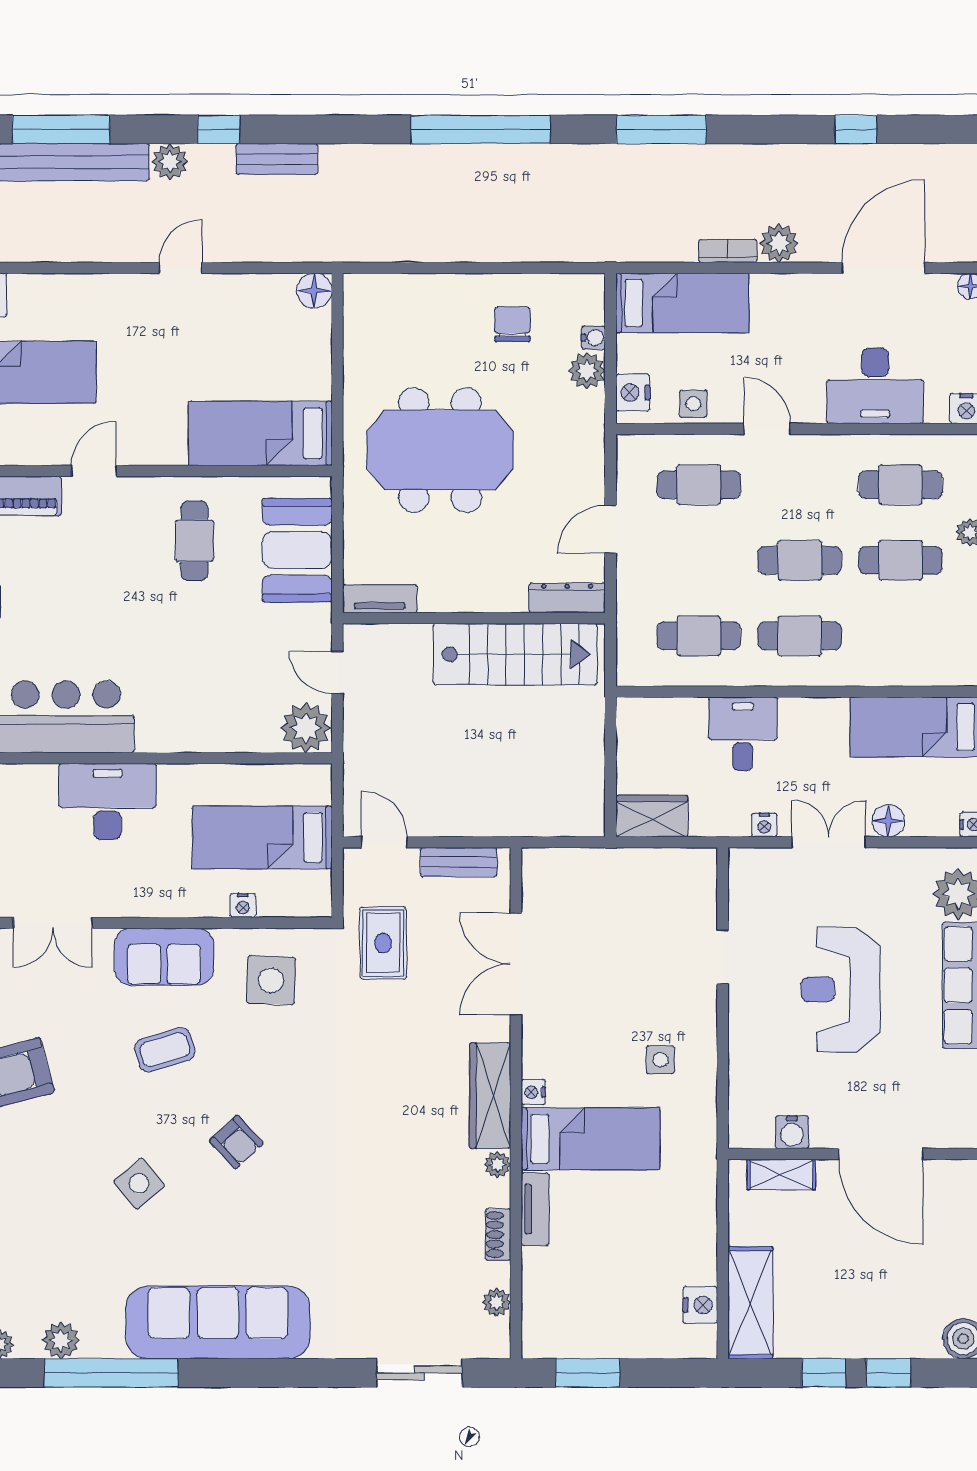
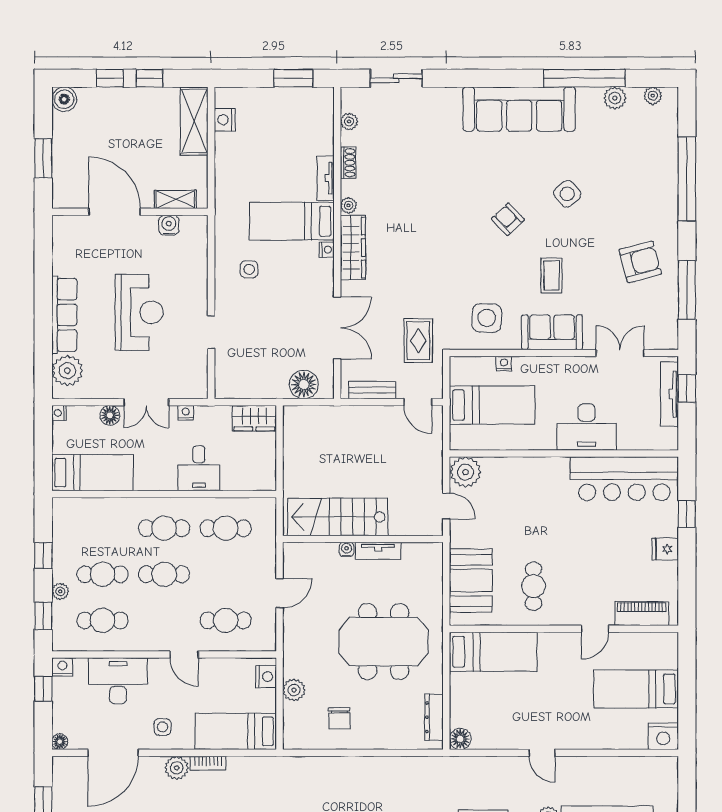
door: (181, 268) -> (542, 753), hinge flipped
water cooler: (593, 338) -> (347, 549), moved, turned 90
side table: (693, 404) -> (163, 727), moved
dresser: (567, 598) -> (434, 717), moved, turned 90
tv unit: (380, 599) -> (378, 551), moved
floor lamp: (571, 871) -> (304, 385), added
coffee table: (165, 1050) -> (552, 276), turned -73

